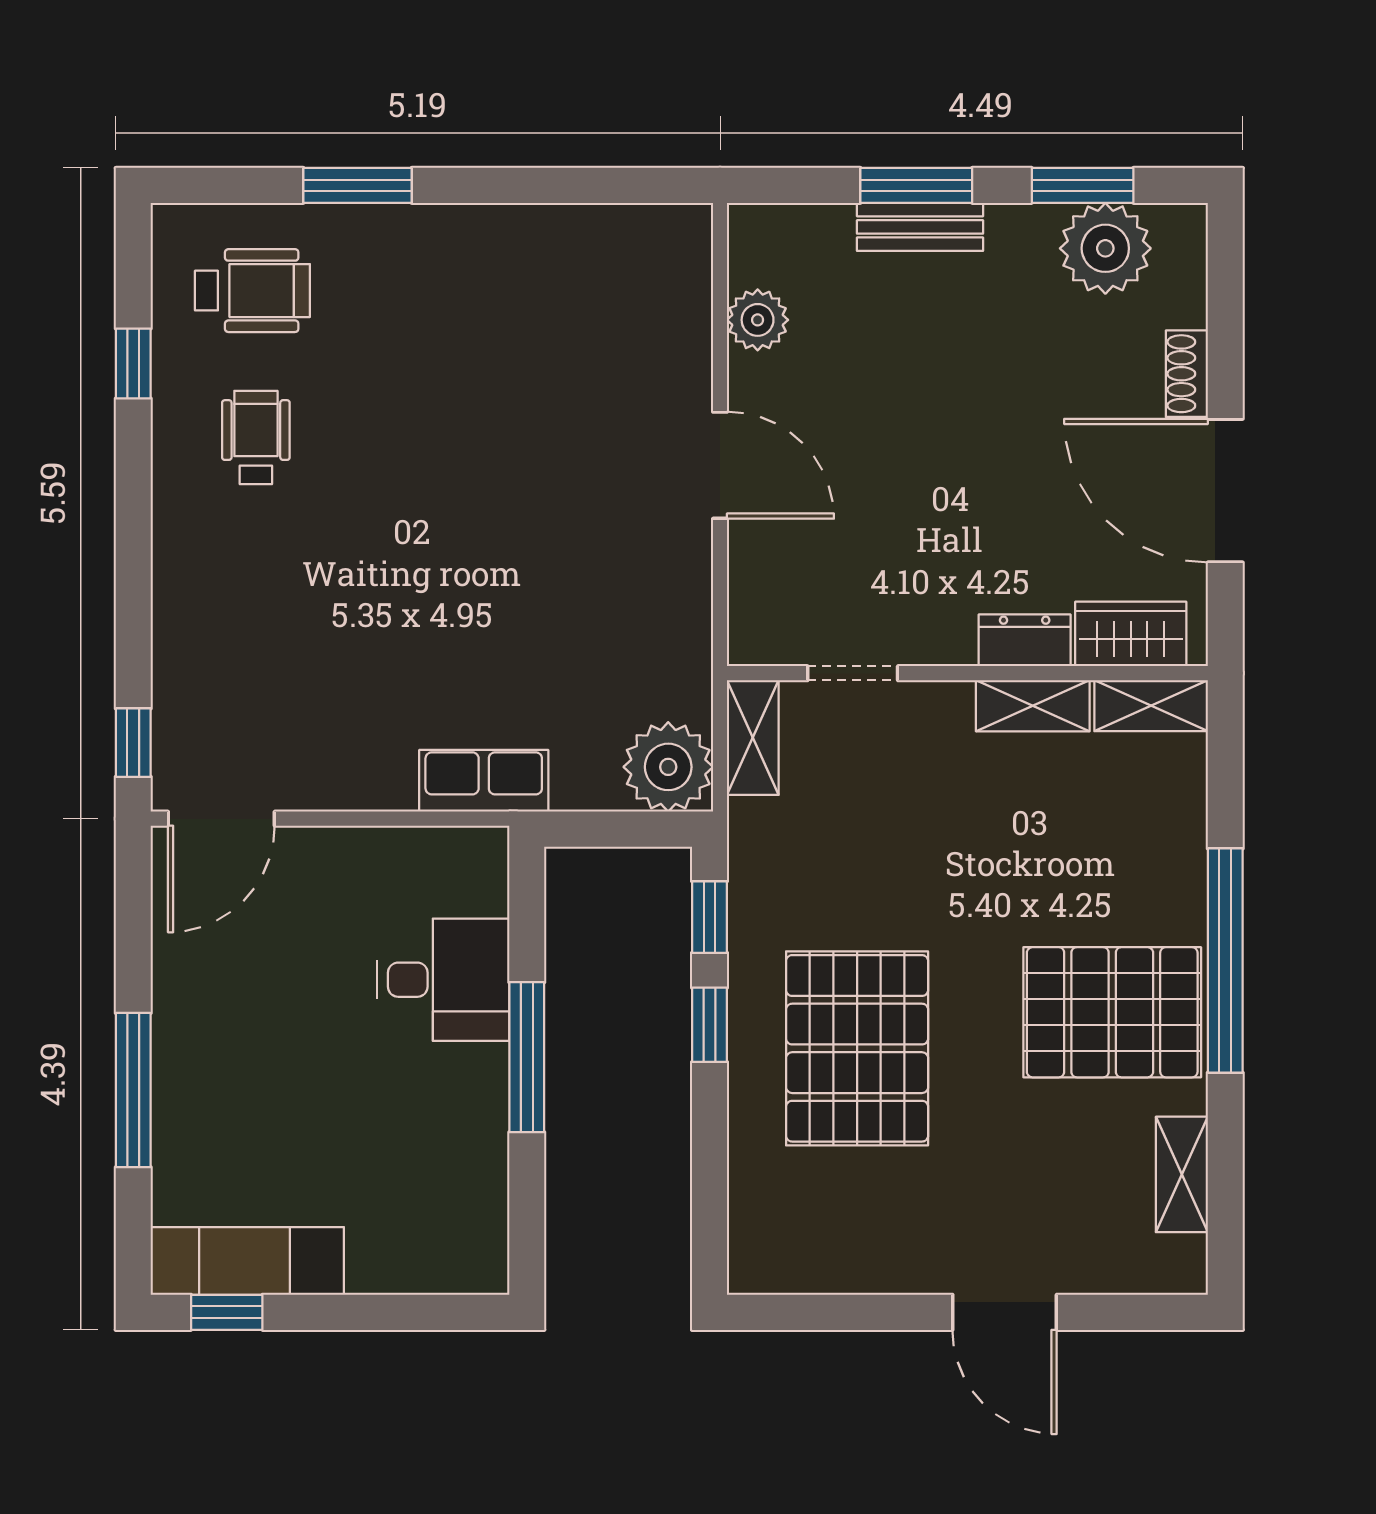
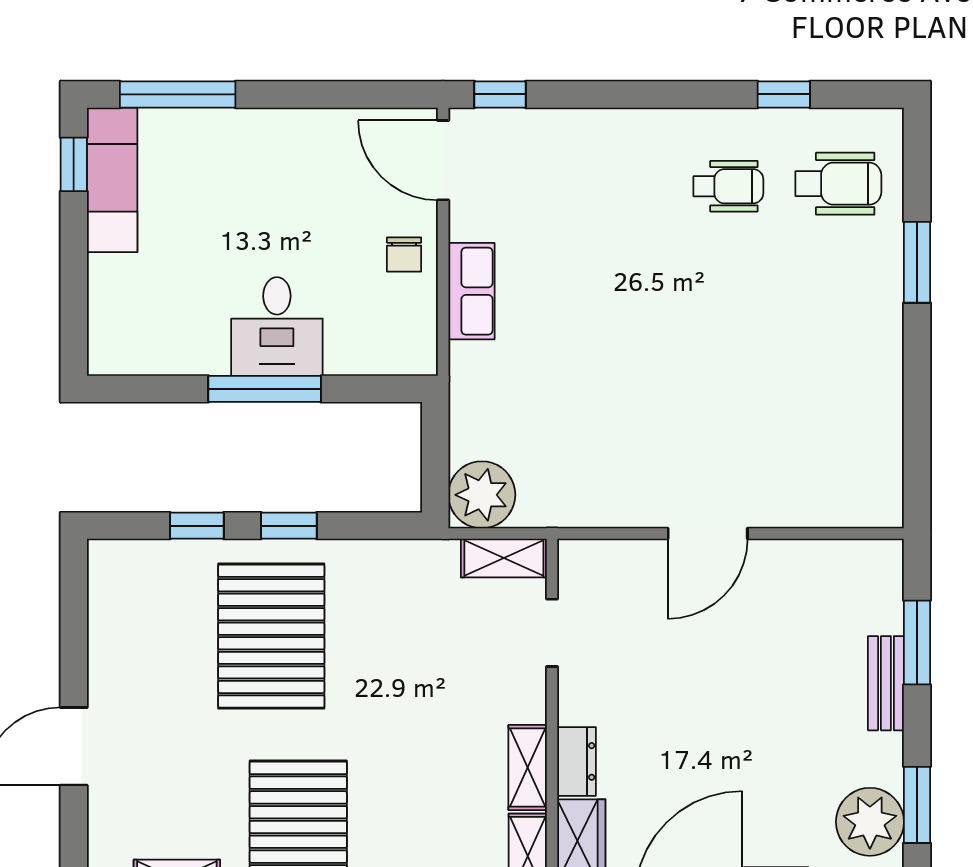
window: (916, 185) -> (917, 643), moved
wheelchair: (252, 291) -> (838, 184), turned -90
plant: (758, 320) -> (816, 562), removed
row of seats: (484, 781) -> (471, 291), moved
chair: (347, 871) -> (404, 254), added
window: (710, 917) -> (197, 526), moved
desk: (443, 980) -> (277, 327), moved
pallet: (857, 1048) -> (271, 636), turned 90
window: (133, 1090) -> (178, 94), moved

